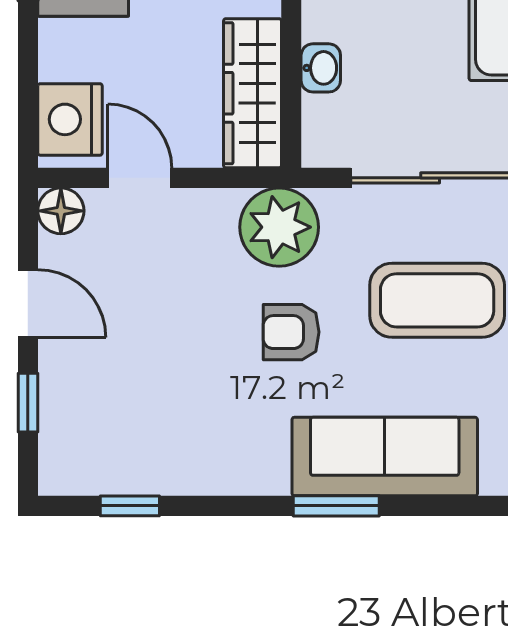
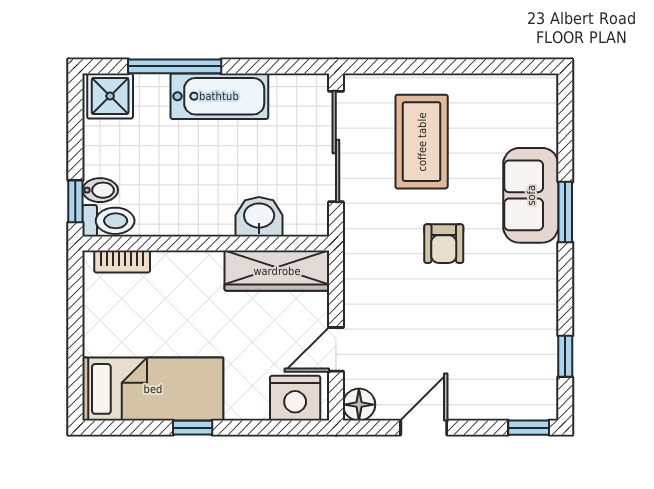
washbasin: (321, 68) -> (259, 217), width x1.38, depth x1.45
plant: (279, 227) -> (370, 252), removed
window: (28, 403) -> (529, 428), moved
sofa: (385, 457) -> (531, 195), width x0.73

